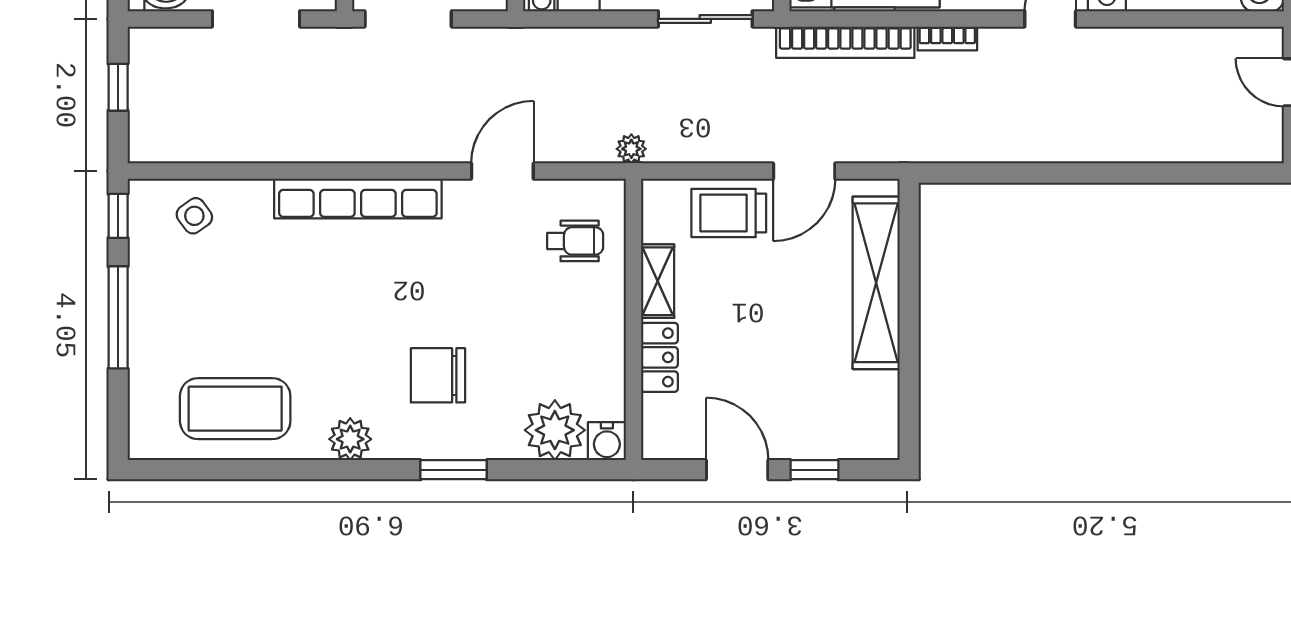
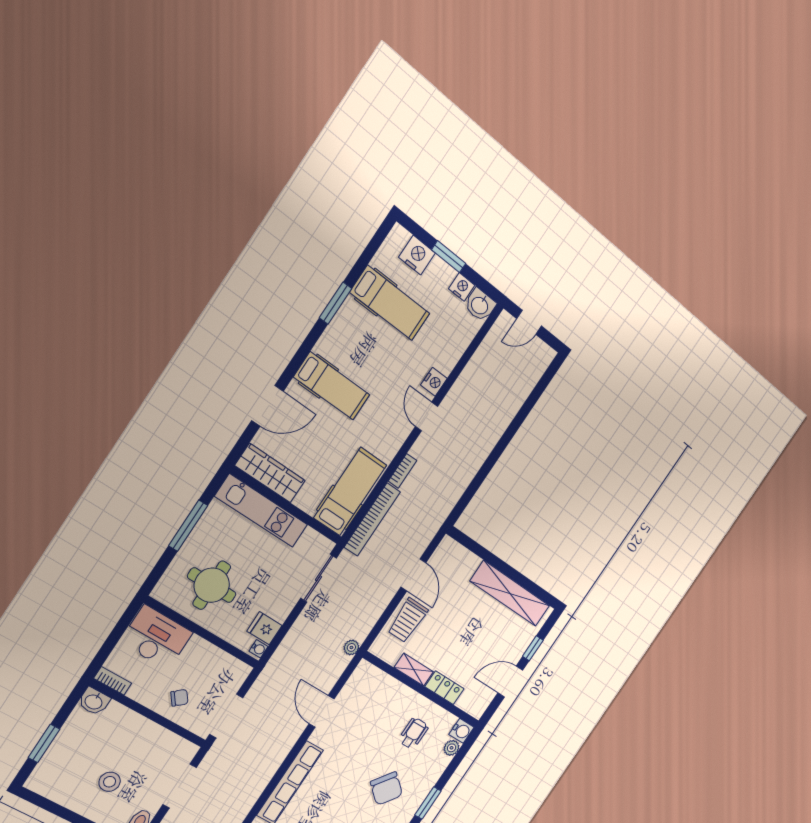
wheelchair: (575, 241) -> (413, 733), moved
shelving: (876, 283) -> (510, 593), moved
chair: (438, 375) -> (386, 789), turned -51
plant: (555, 430) -> (452, 748), width x0.53, depth x0.53

